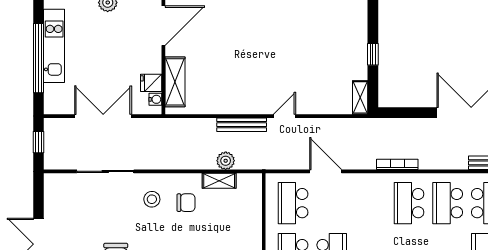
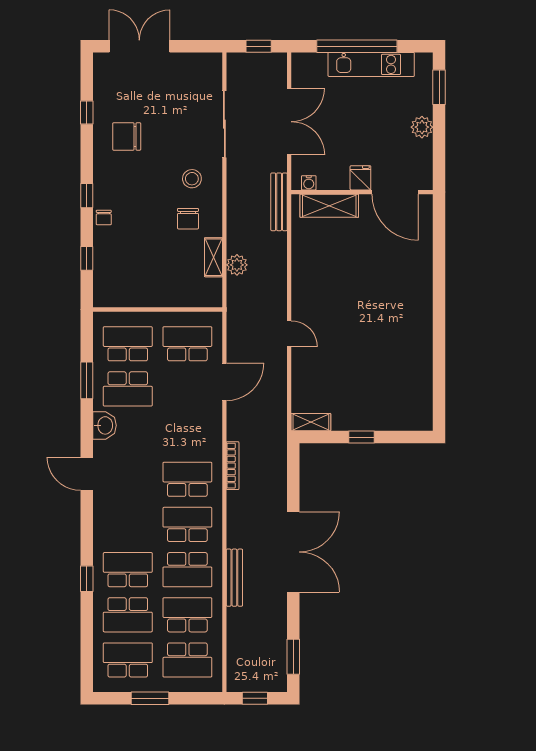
fridge: (151, 83) -> (360, 178), moved
bench: (242, 125) -> (279, 202), moved

